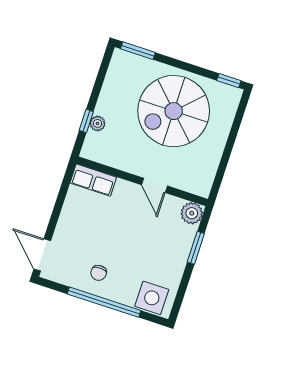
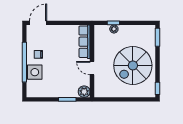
spiral stairs: (174, 111) -> (133, 65), turned -90
row of seats: (93, 180) -> (85, 42), width x1.48
door: (154, 185) -> (92, 68), hinge flipped
side table: (152, 298) -> (35, 72), moved

